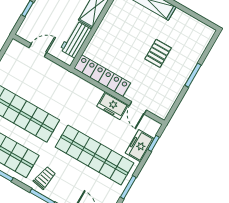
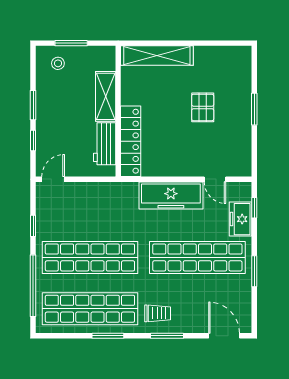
door: (38, 50) -> (53, 179), moved
locker: (102, 76) -> (131, 141), moved, turned 90
freezer: (113, 106) -> (171, 195), width x1.91, depth x1.26
trolley: (45, 178) -> (158, 313), turned 79

